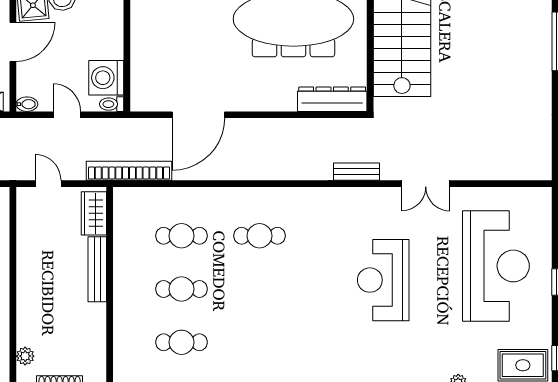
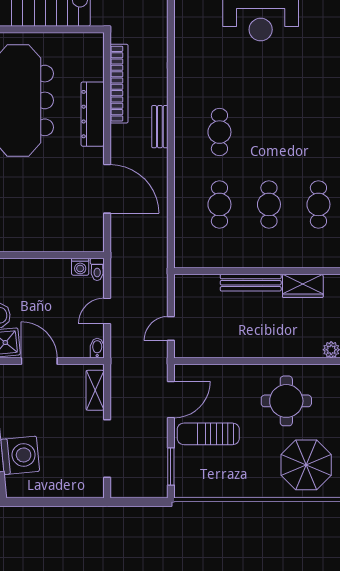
washing machine: (106, 78) -> (80, 267), width x0.53, depth x0.53
dresser: (332, 99) -> (93, 114), moved
bookcase: (129, 171) -> (119, 84), moved, turned 180
bench: (357, 172) -> (160, 127), moved
wardrobe: (94, 213) -> (303, 286), moved

